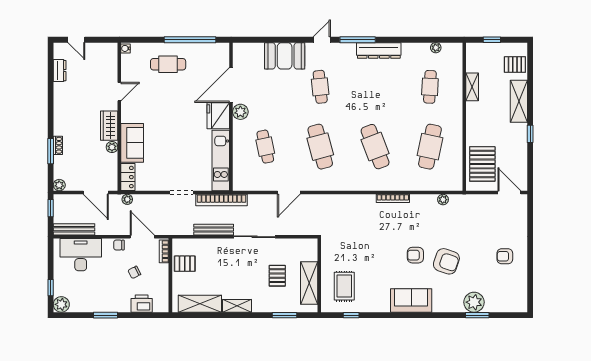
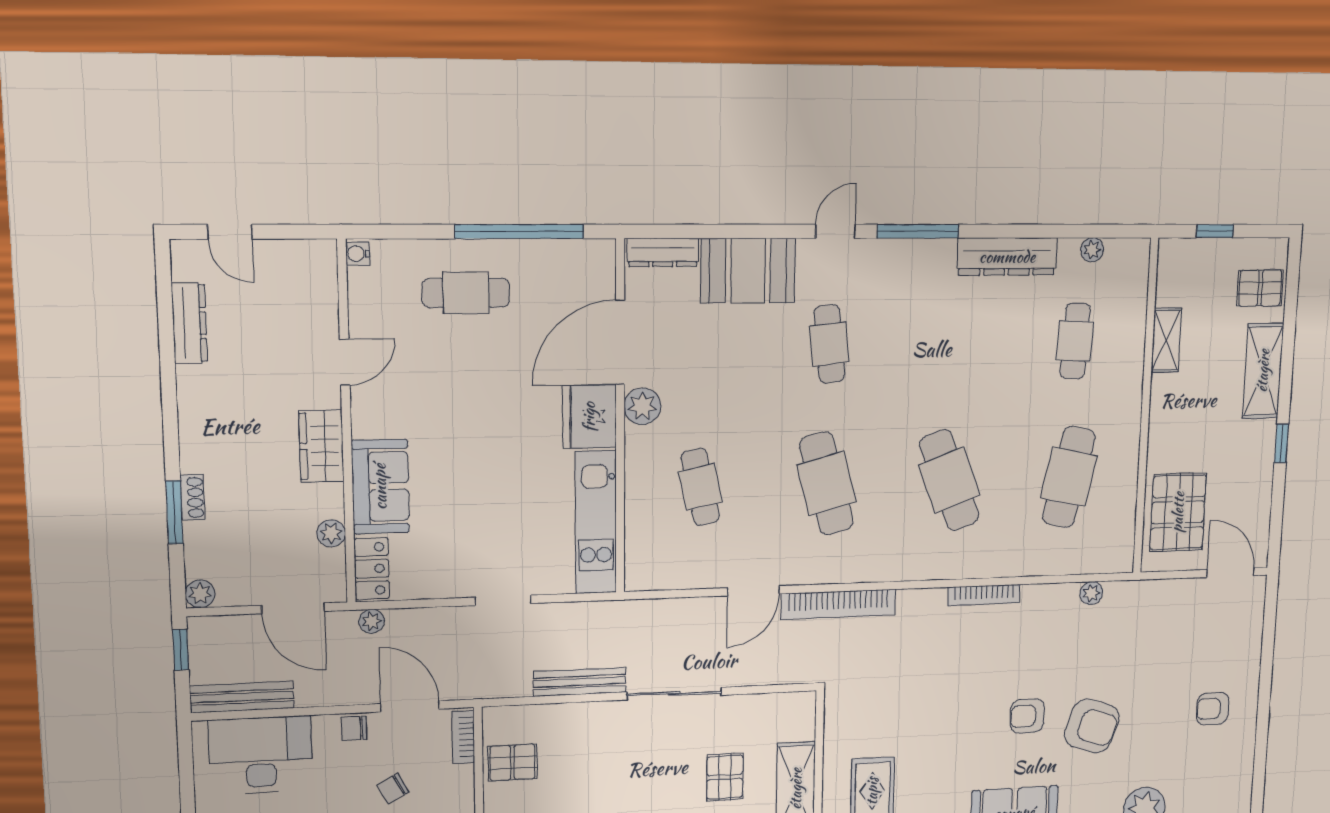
dresser: (249, 48) -> (663, 252), added
dresser: (379, 50) -> (1007, 257), moved
dresser: (60, 71) -> (189, 323), width x1.44
plant: (112, 147) -> (331, 533), moved
bookcase: (221, 200) -> (838, 604), moved

